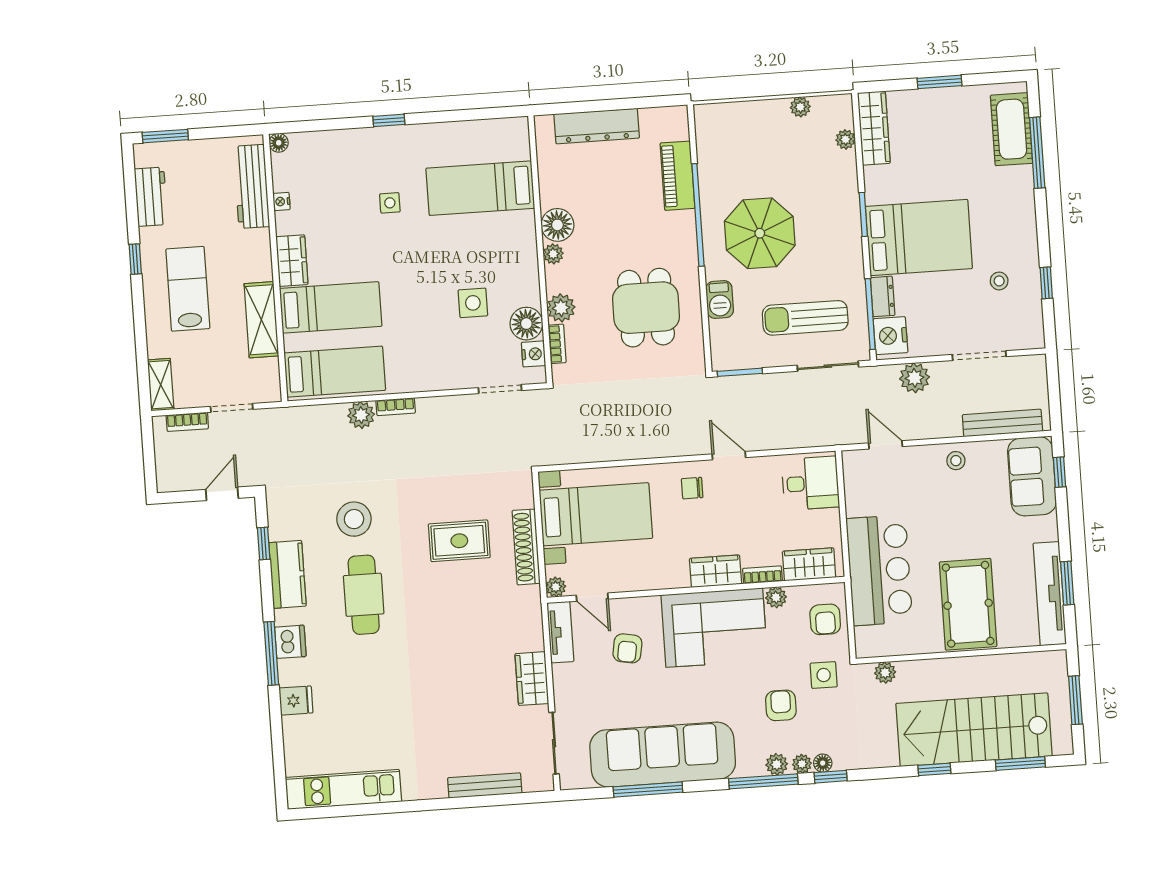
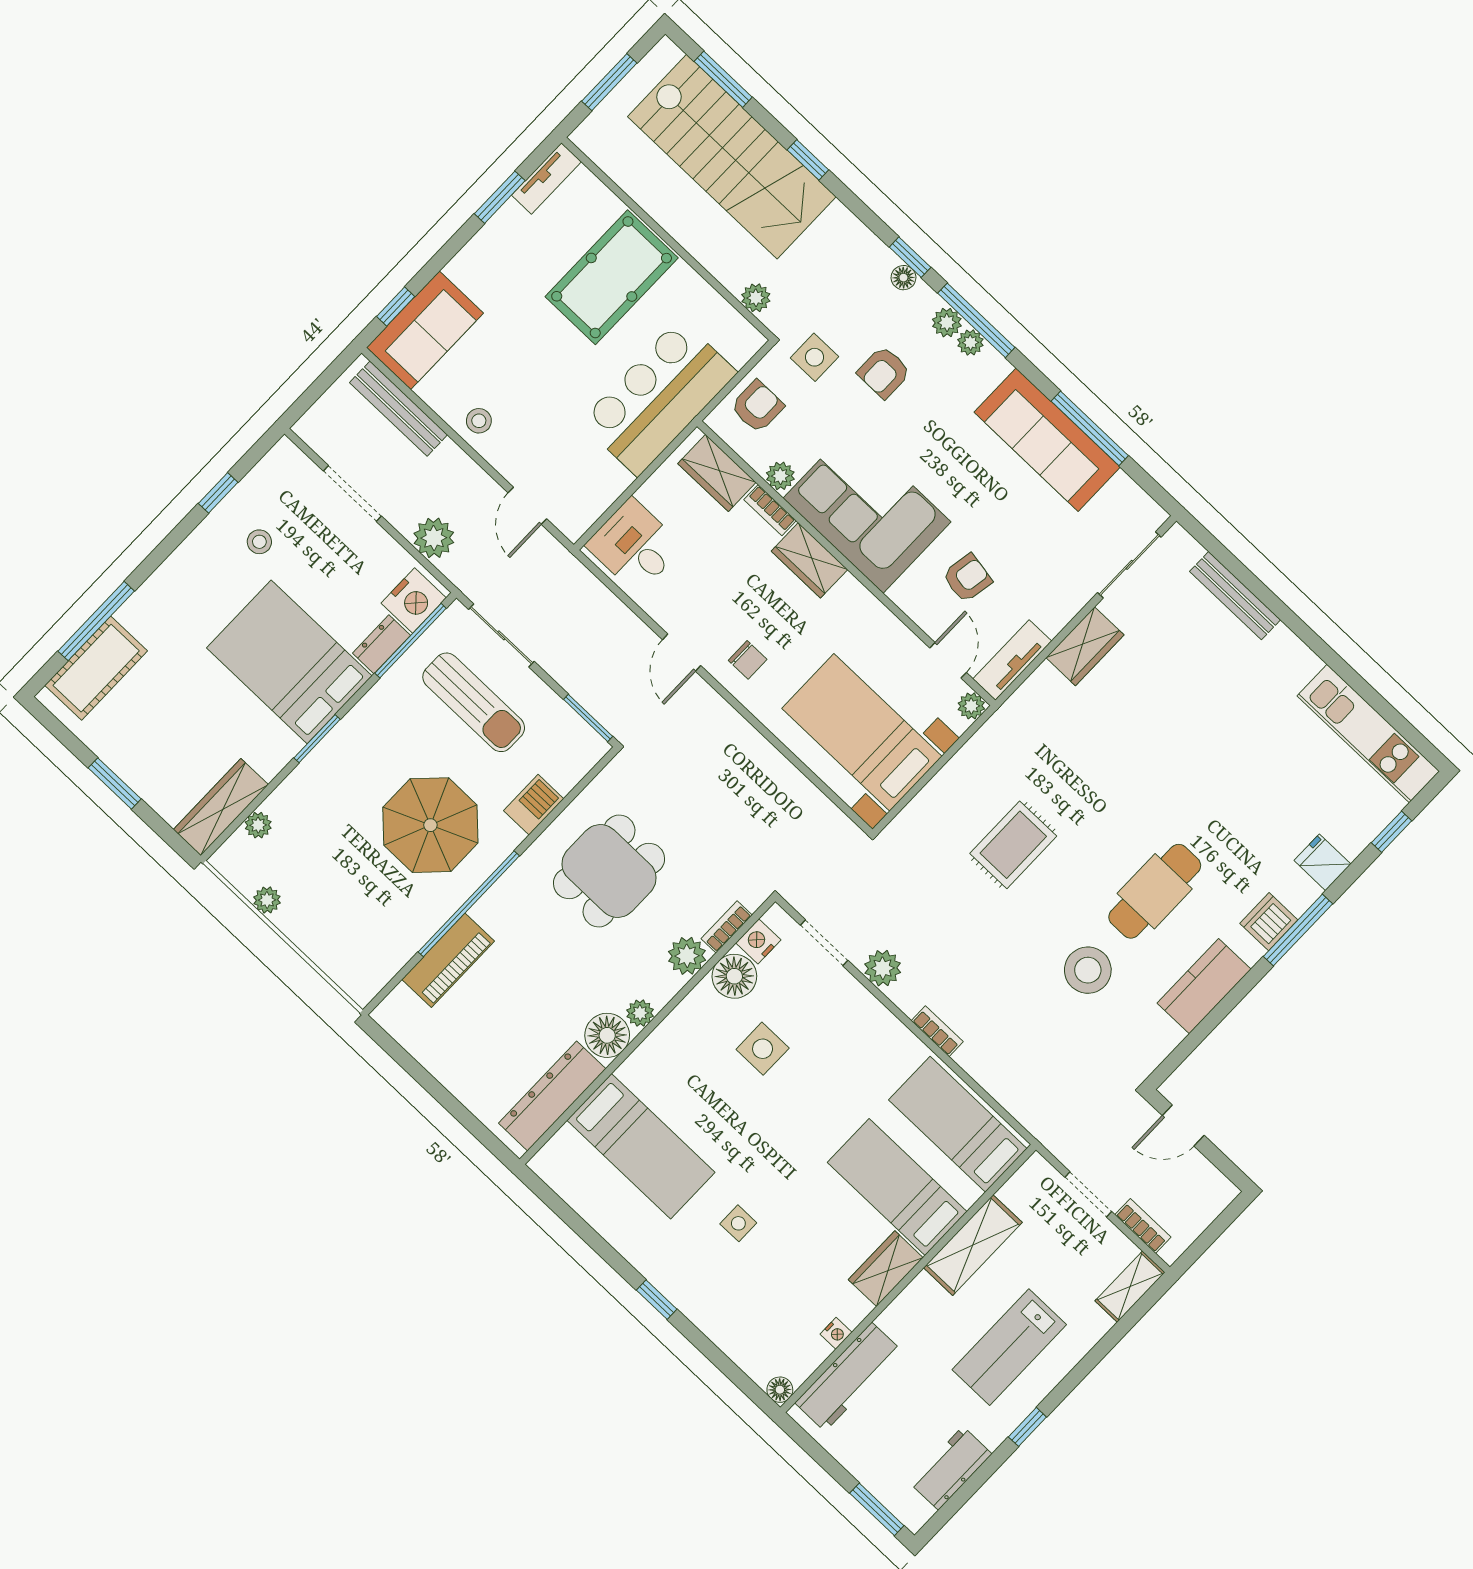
dresser: (597, 126) -> (552, 1096), moved, turned -90
plant: (361, 415) -> (883, 968), moved
rug: (459, 541) -> (1013, 845), turned 90
window: (264, 543) -> (1392, 832), moved
shoe rack: (526, 547) -> (958, 772), removed
tv unit: (1050, 594) -> (546, 178), width x0.52, depth x0.78
sofa: (663, 755) -> (1047, 440), width x0.74, depth x0.79
plant: (802, 764) -> (970, 343), moved

